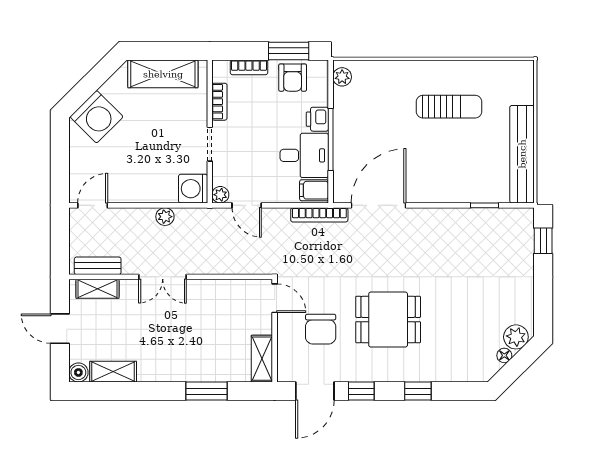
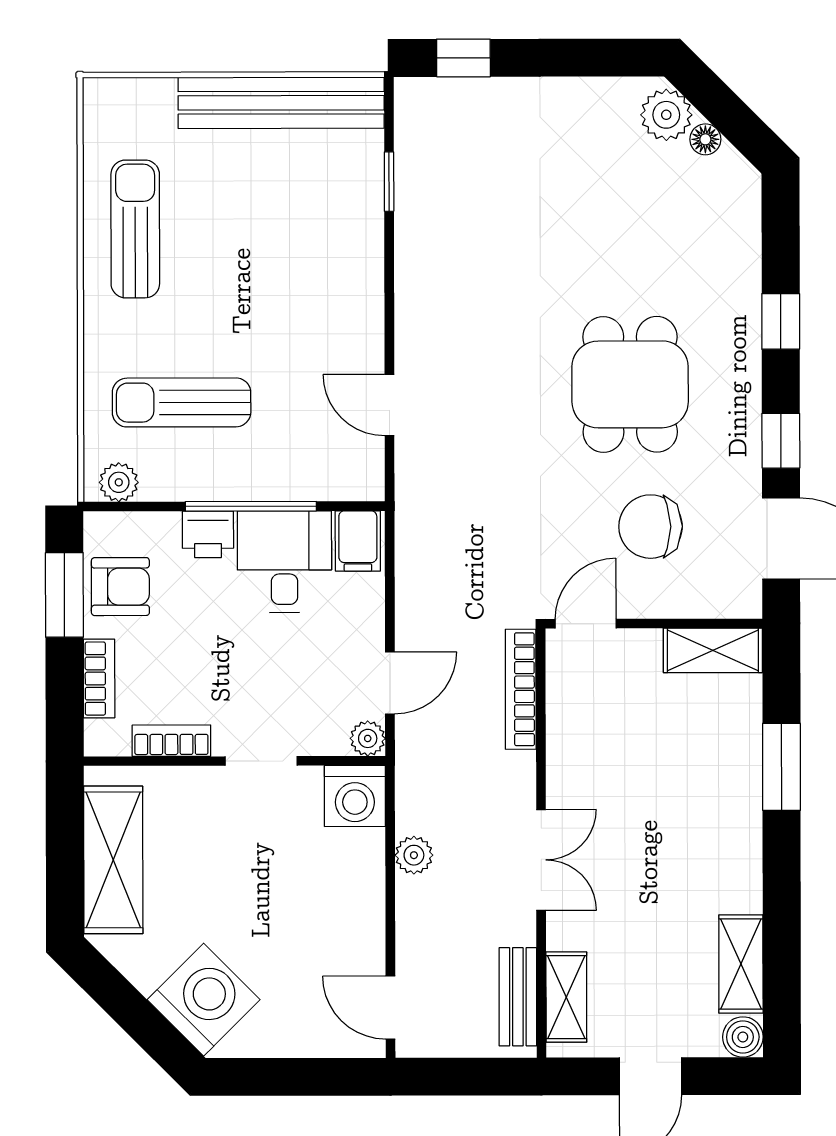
sun lounger: (380, 107) -> (182, 402), added
sun lounger: (449, 107) -> (135, 229), moved
door: (378, 205) -> (389, 405), width x0.53
bookcase: (319, 215) -> (521, 689), moved, turned 180
chair: (321, 329) -> (651, 527), turned 180

